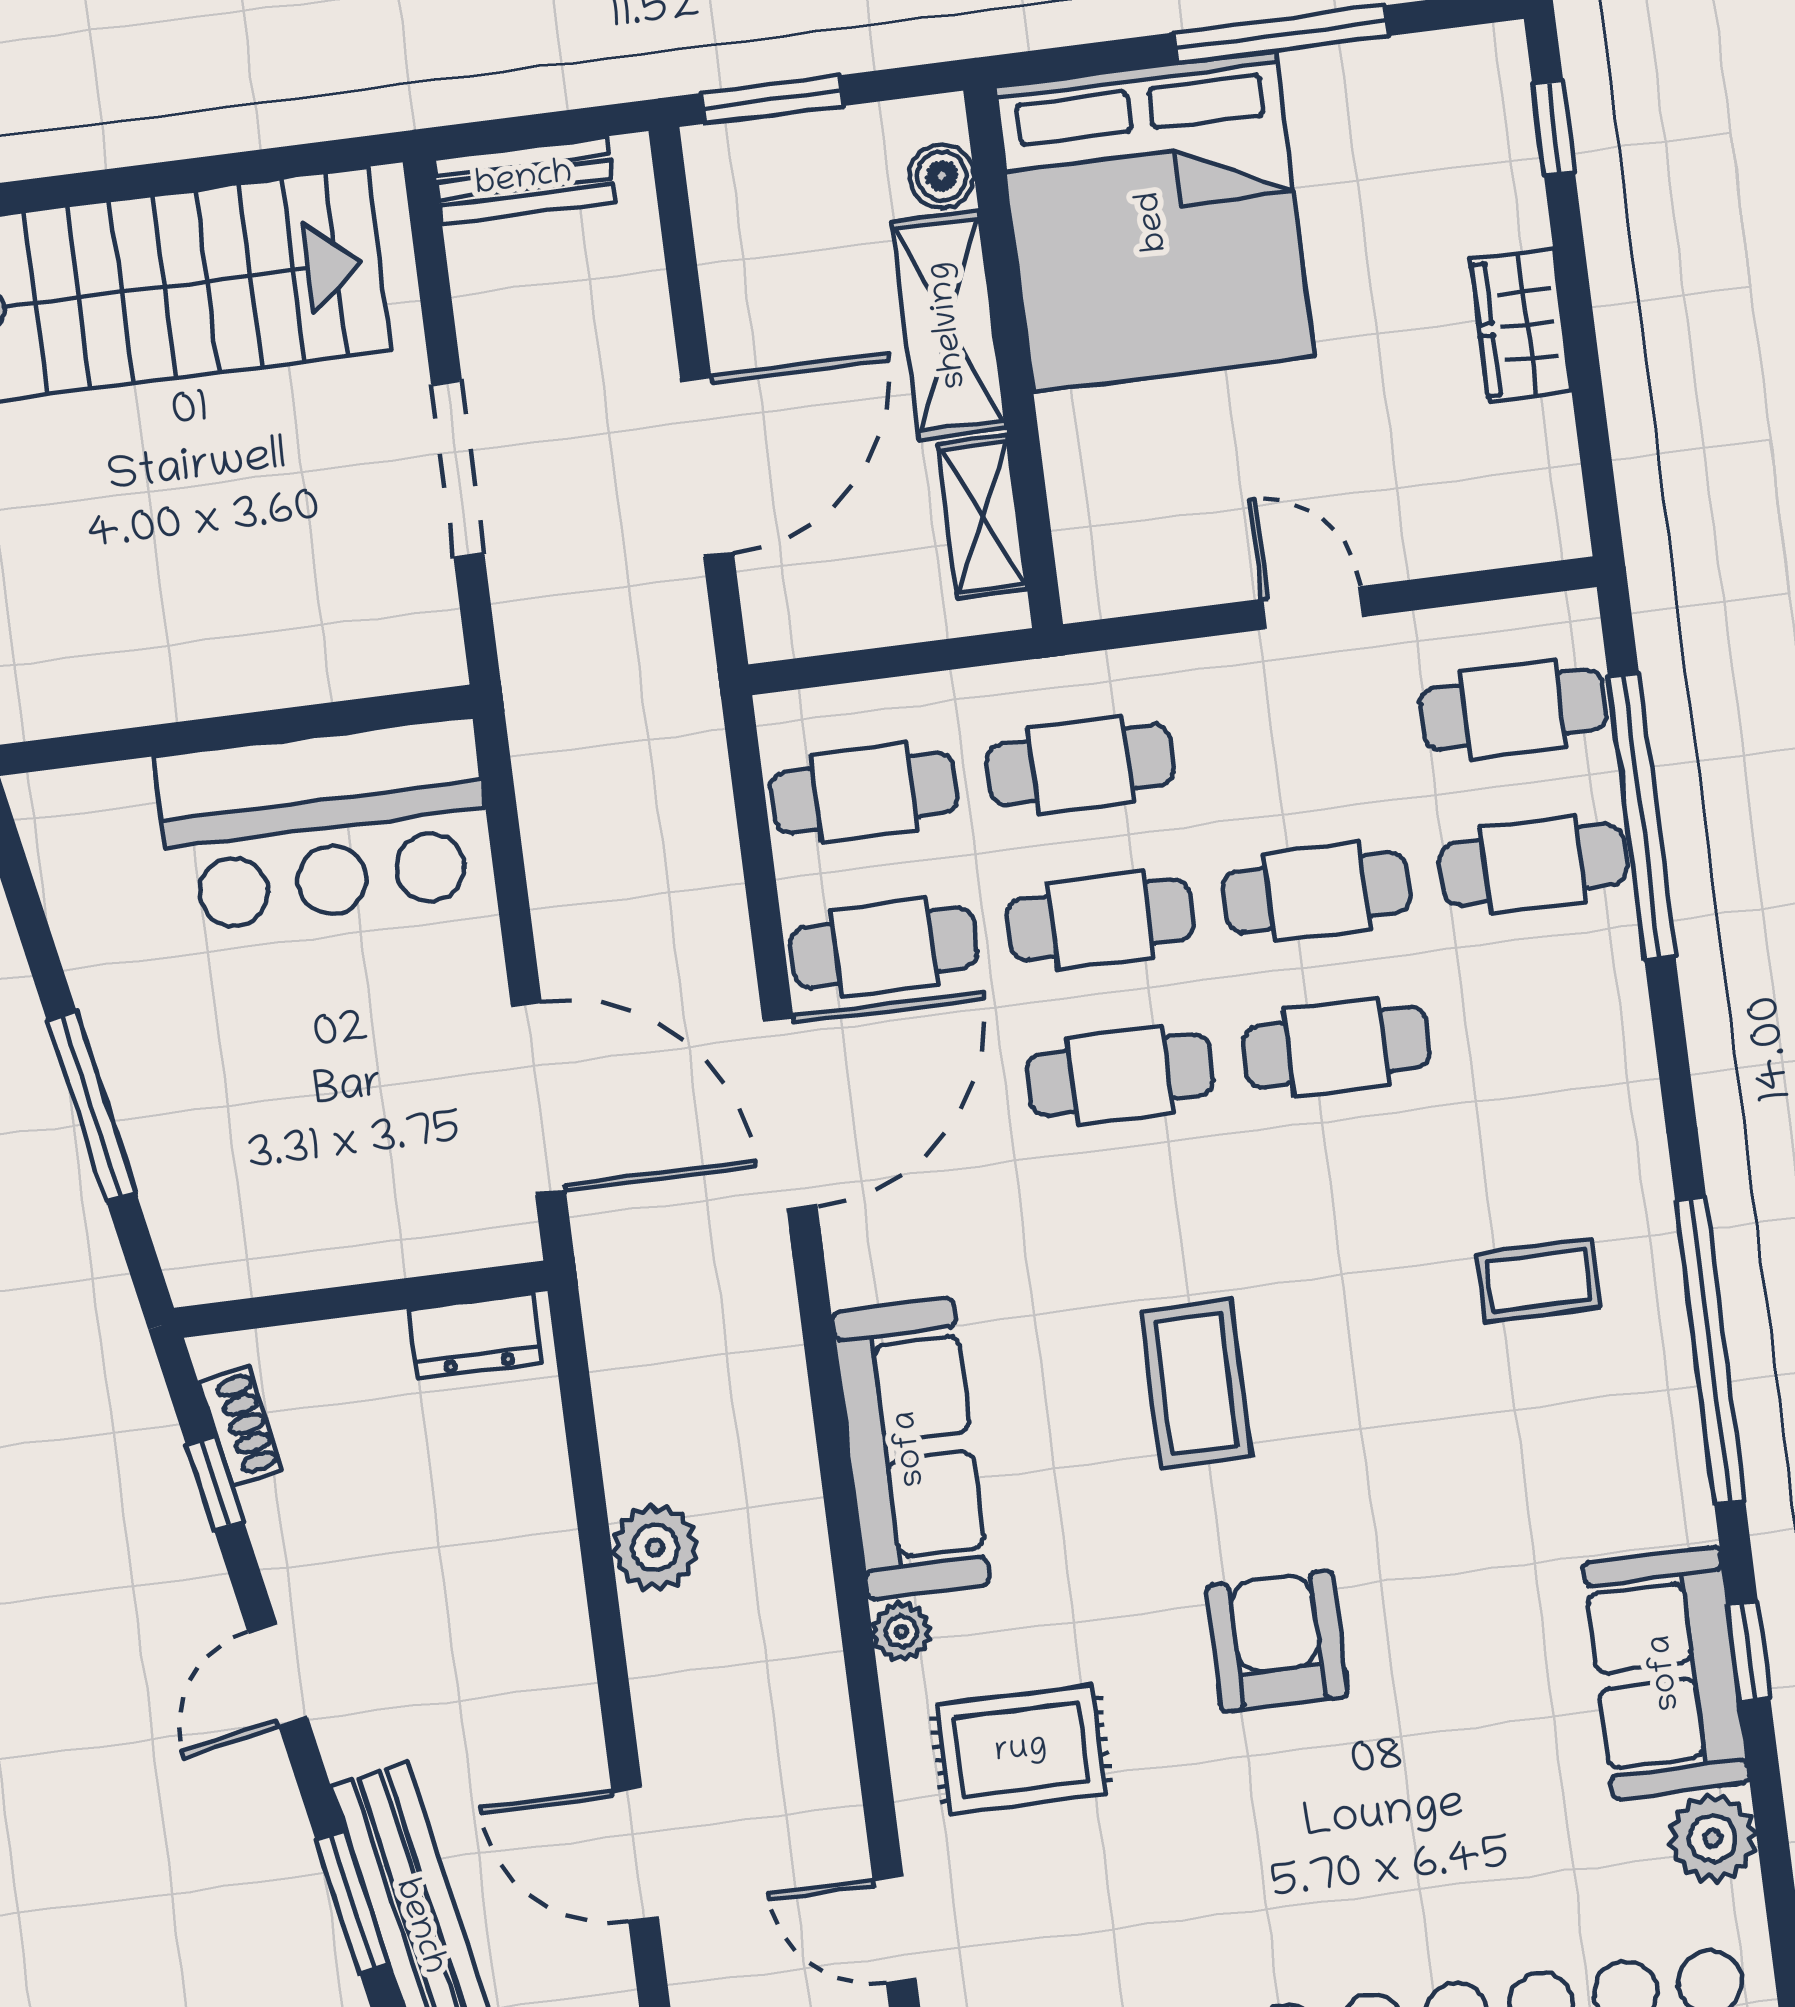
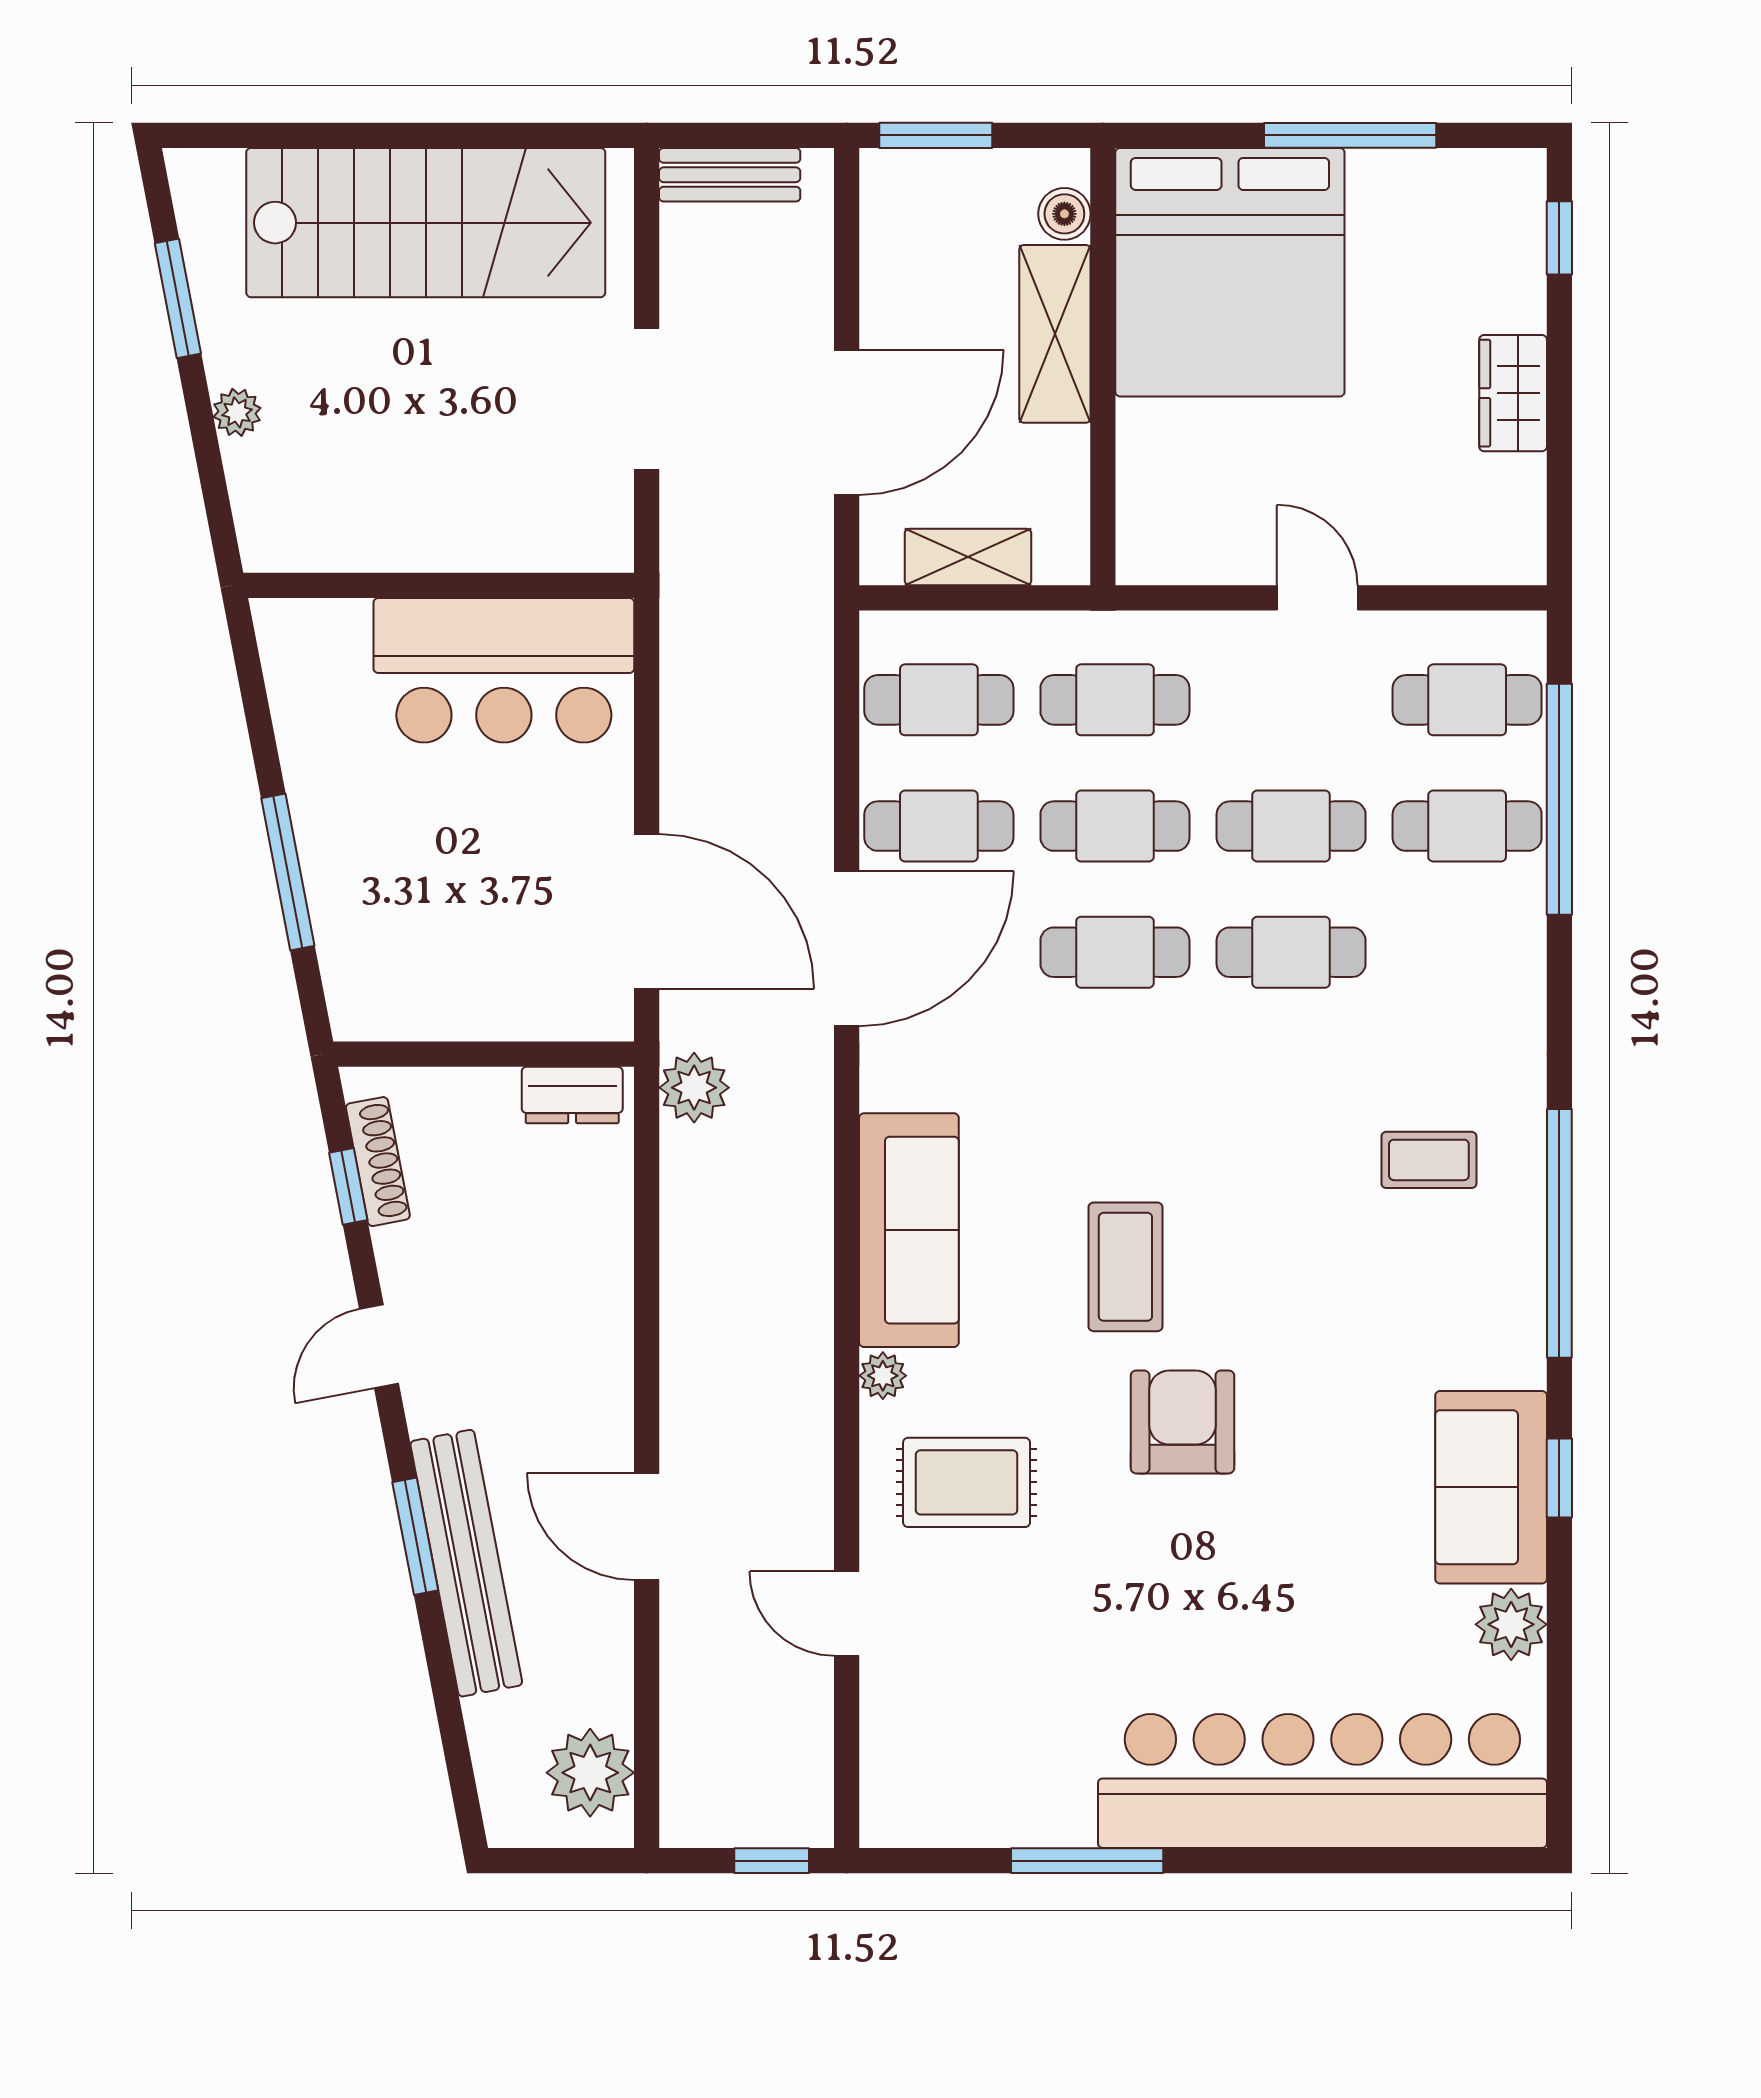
shelving: (983, 517) -> (968, 557), moved, turned 90
coffee table: (1196, 1384) -> (1125, 1267), moved
shoe rack: (240, 1426) -> (378, 1162), width x1.43
plant: (655, 1547) -> (694, 1088), moved

